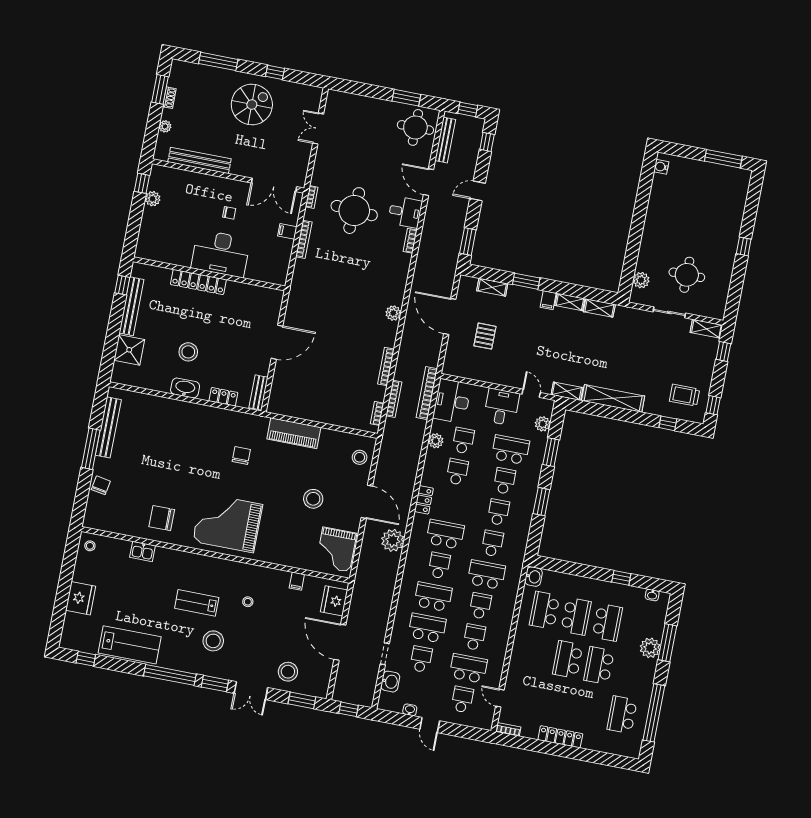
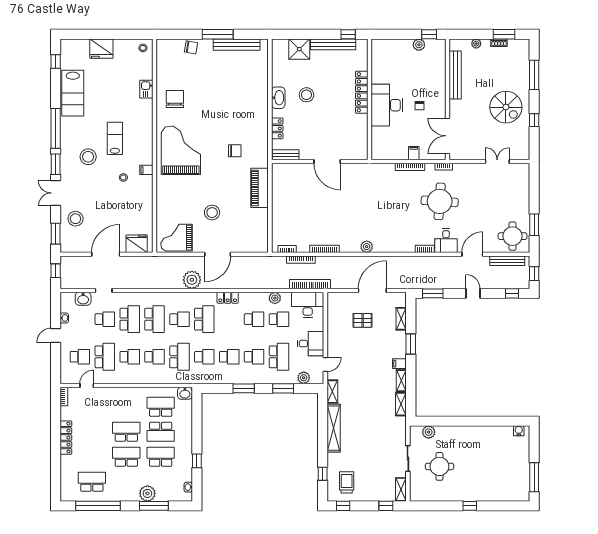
stool: (360, 457) -> (251, 242), removed
filing cabinet: (297, 581) -> (146, 170), moved
school desk: (607, 622) -> (161, 457), turned 180

